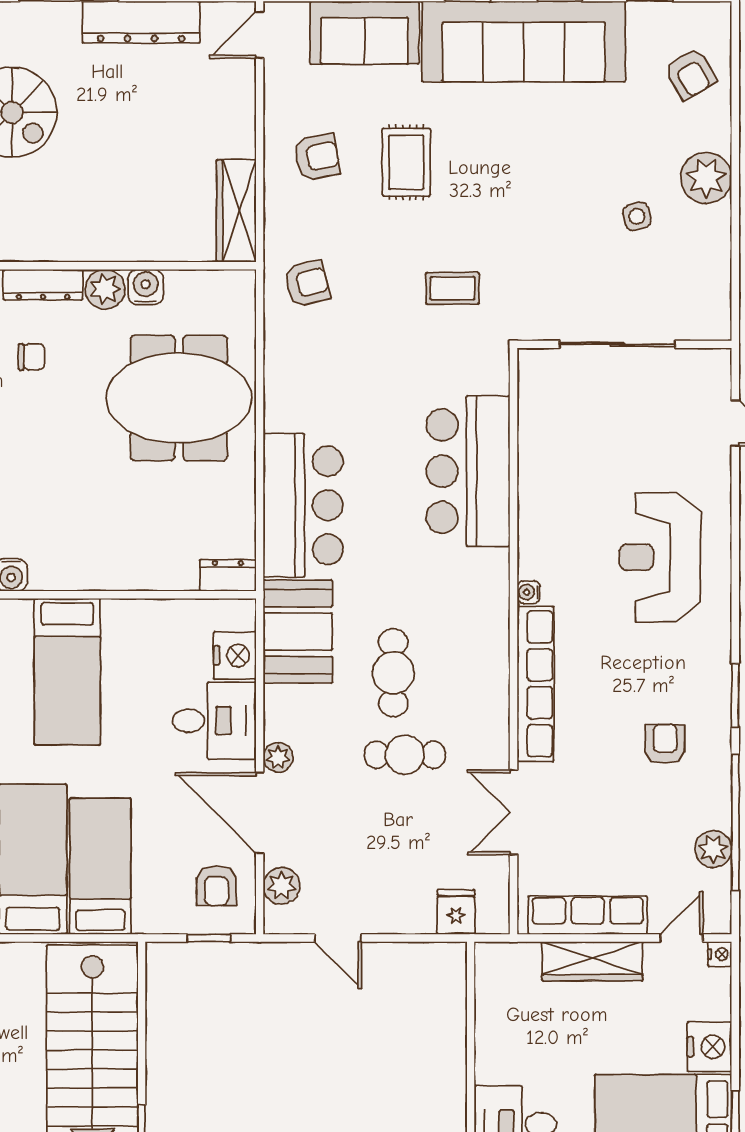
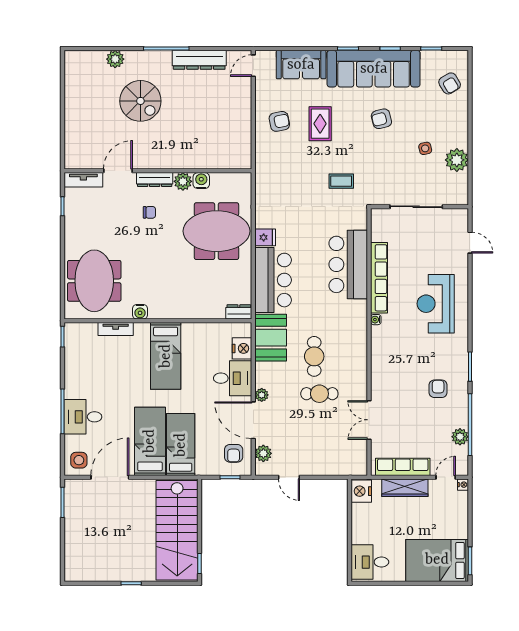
plant: (706, 178) -> (457, 160), moved
wardrobe: (236, 211) -> (243, 146), removed
armchair: (307, 284) -> (381, 119), moved, turned 180
row of seats: (535, 684) -> (379, 278), moved
fridge: (456, 912) -> (265, 237), moved, turned 90
nightstand: (709, 1047) -> (361, 491), moved, turned 180

